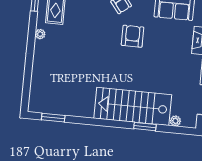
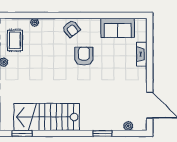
stairs: (133, 106) -> (47, 117), moved

